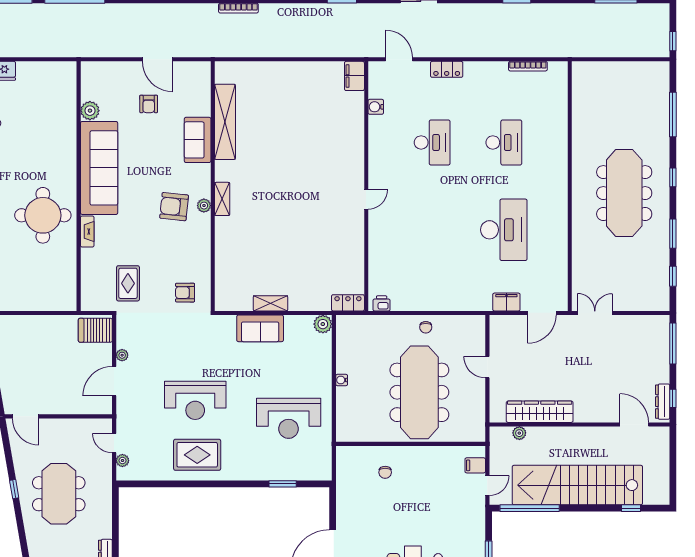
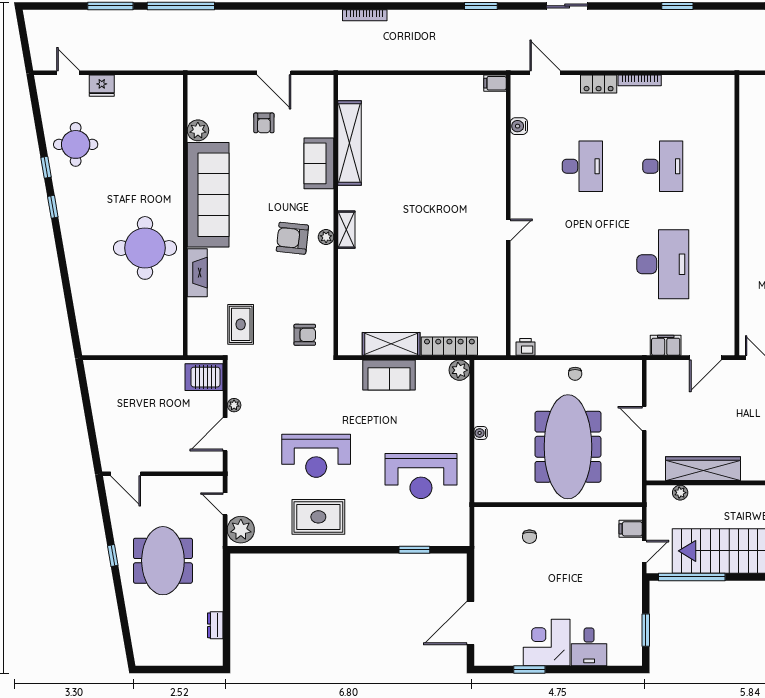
bookcase: (528, 66) -> (640, 80), moved
filing cabinet: (354, 76) -> (495, 83), width x0.50
fireplace: (87, 232) -> (197, 273), width x1.37, depth x1.32
armchair: (185, 293) -> (305, 335), turned 180
shelving: (271, 303) -> (391, 344), width x1.50, depth x1.33
locker: (348, 303) -> (449, 346), moved, width x1.53
plant: (122, 460) -> (241, 530), width x1.88, depth x1.88

